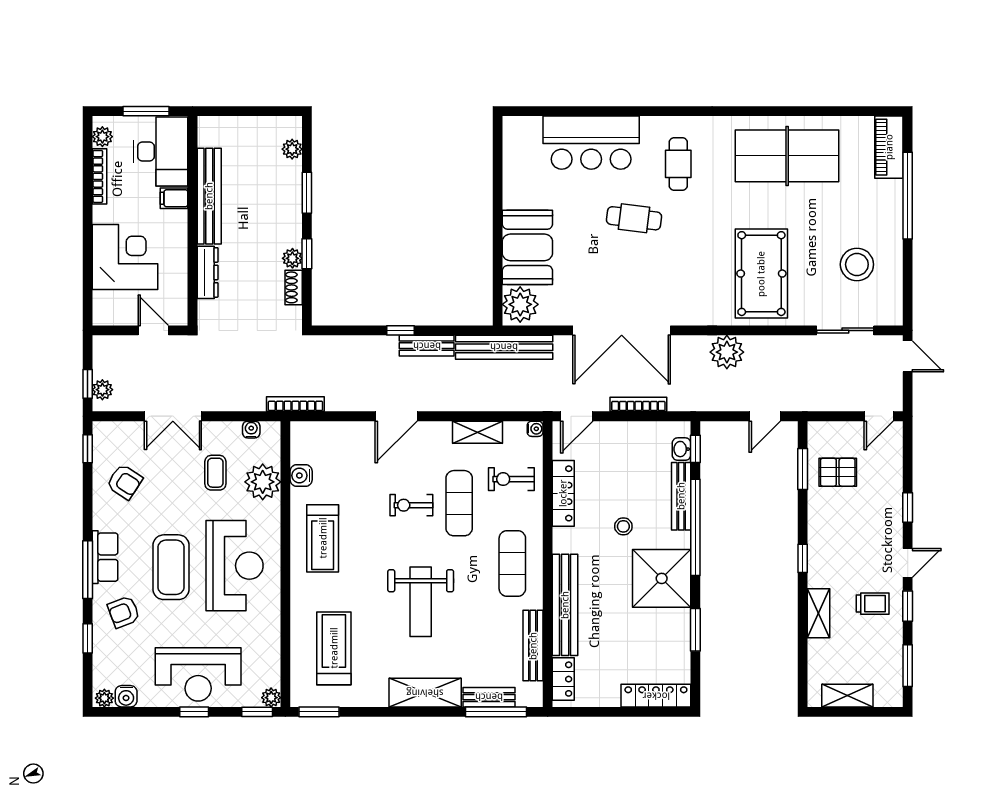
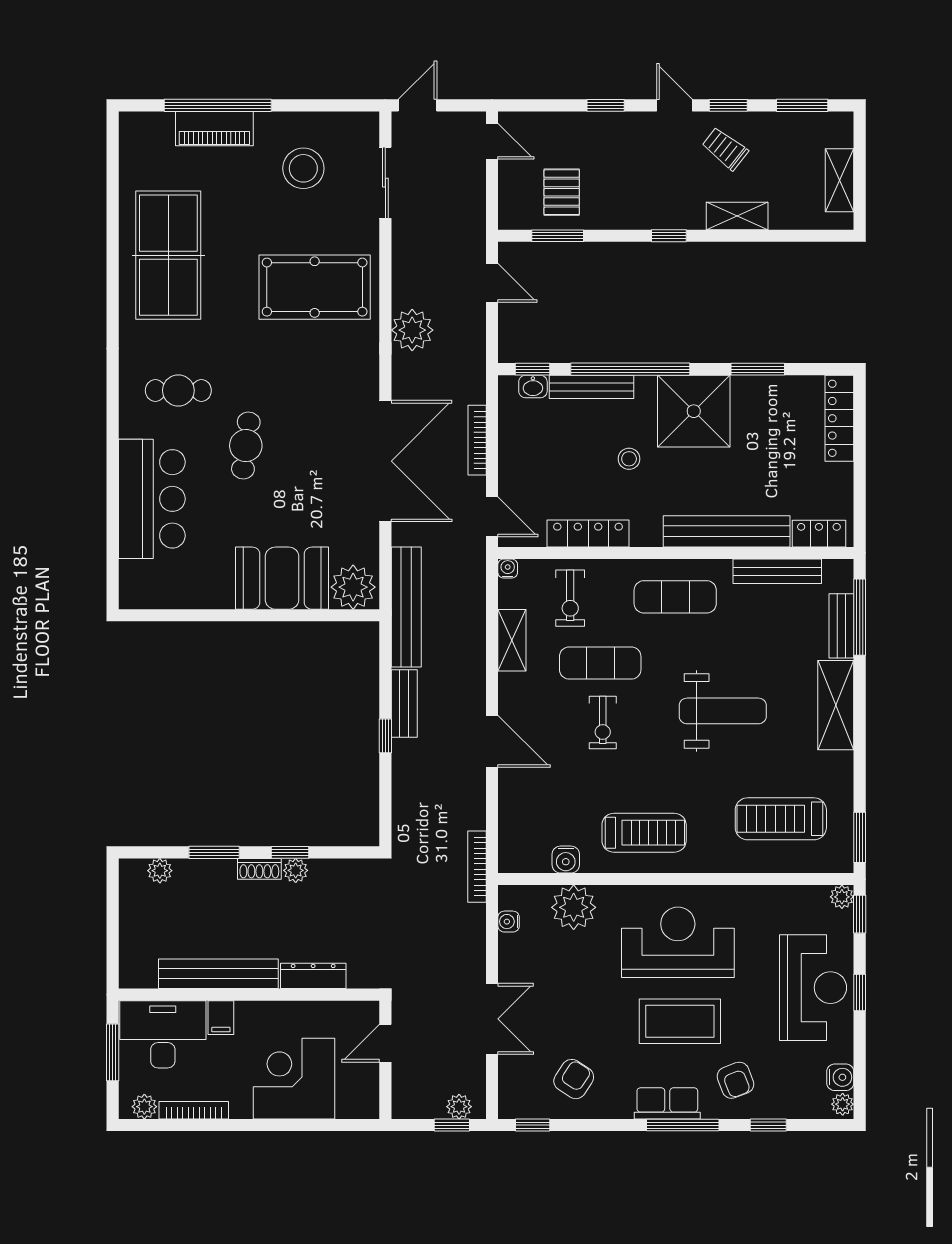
piano: (889, 147) -> (214, 129), moved
shoe rack: (294, 287) -> (259, 869), moved
coffee table: (215, 473) -> (562, 966), removed
trolley: (873, 604) -> (725, 149), turned -52

